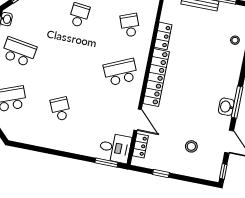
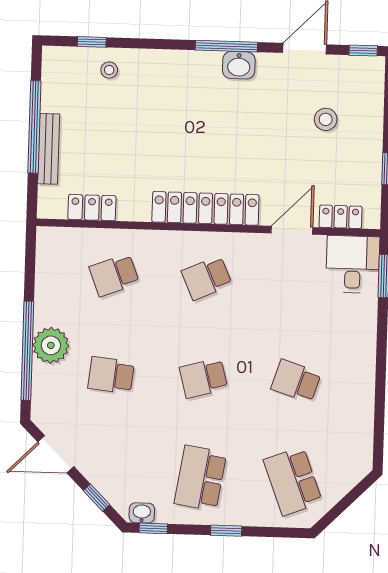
locker: (163, 36) -> (92, 208), moved
school desk: (70, 62) -> (204, 378), added
school desk: (121, 72) -> (207, 278), width x0.54
school desk: (60, 109) -> (296, 381), turned 42

